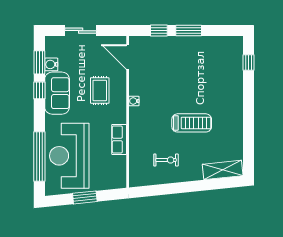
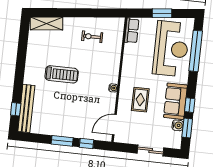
door: (128, 57) -> (114, 125), swing flipped
bench: (236, 65) -> (26, 108), added
treadmill: (192, 123) -> (62, 74), moved, turned 180
row of seats: (119, 139) -> (132, 31), moved

